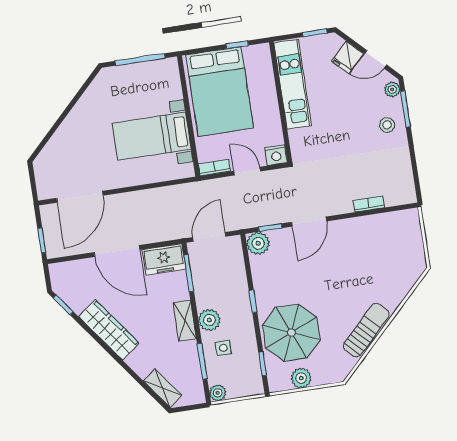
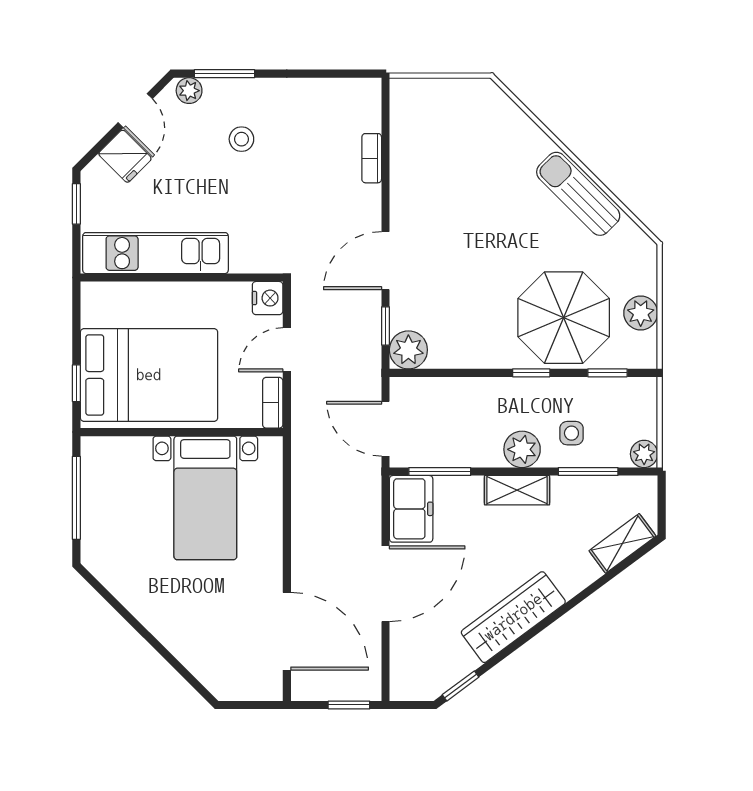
window: (237, 45) -> (76, 383), moved
stool: (387, 125) -> (241, 139), moved
door: (309, 222) -> (385, 261), swing flipped
window: (253, 301) -> (531, 373), moved

